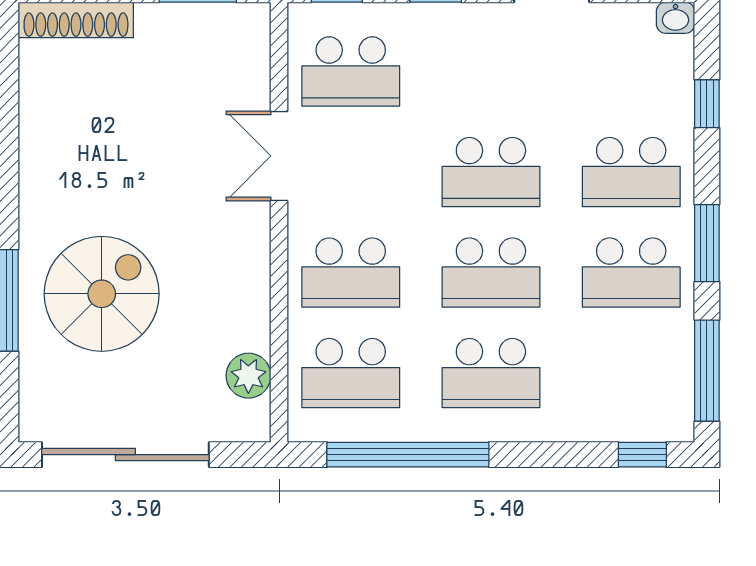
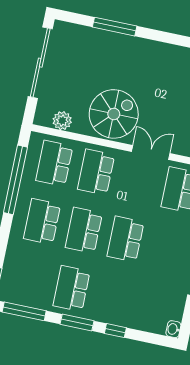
window: (707, 104) -> (115, 331), moved
school desk: (631, 172) -> (113, 297), removed
spiral stairs: (102, 294) -> (114, 114), moved, turned -90

